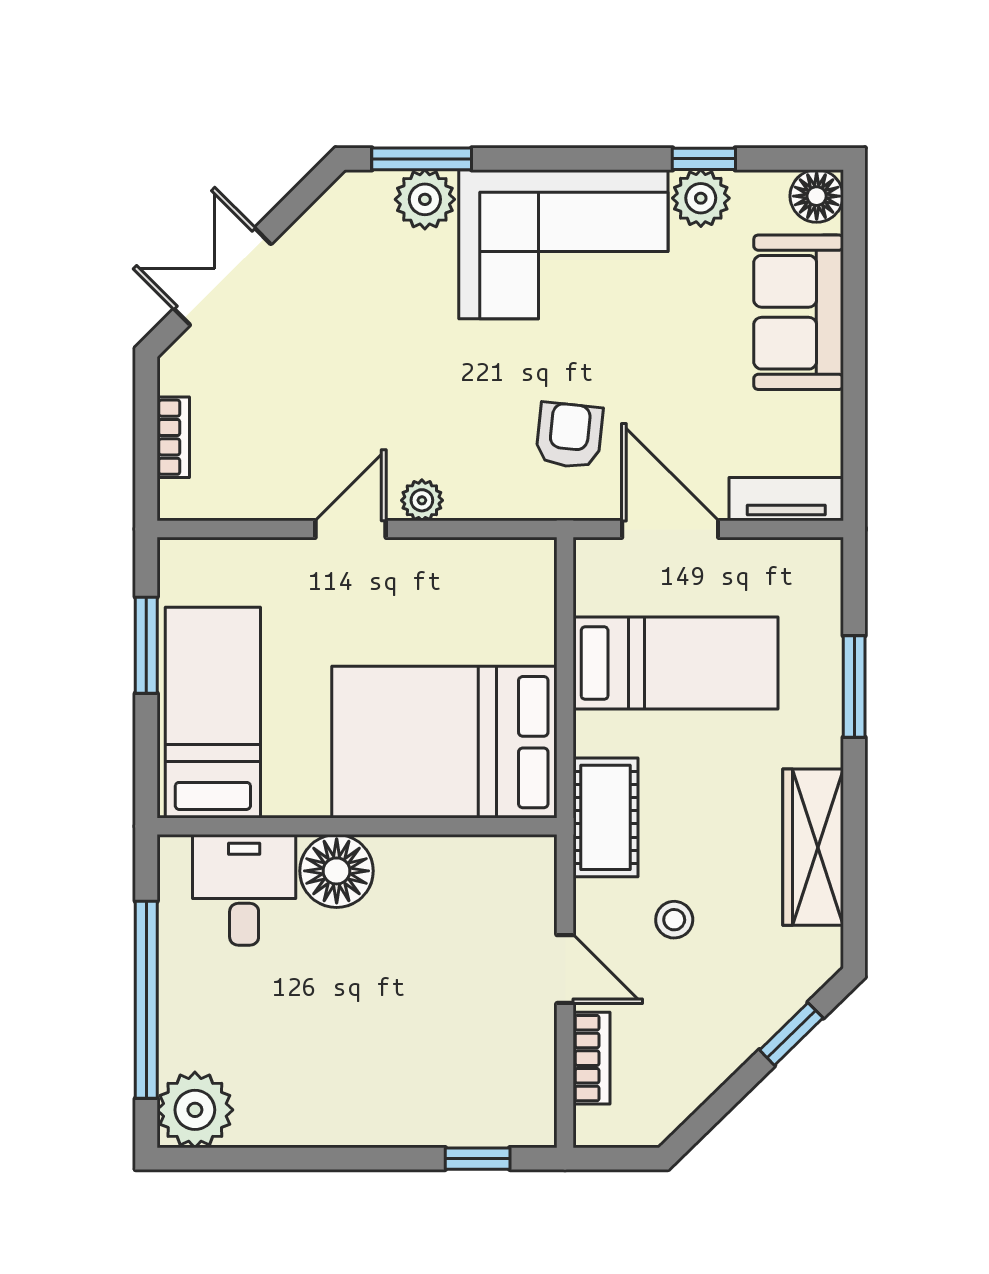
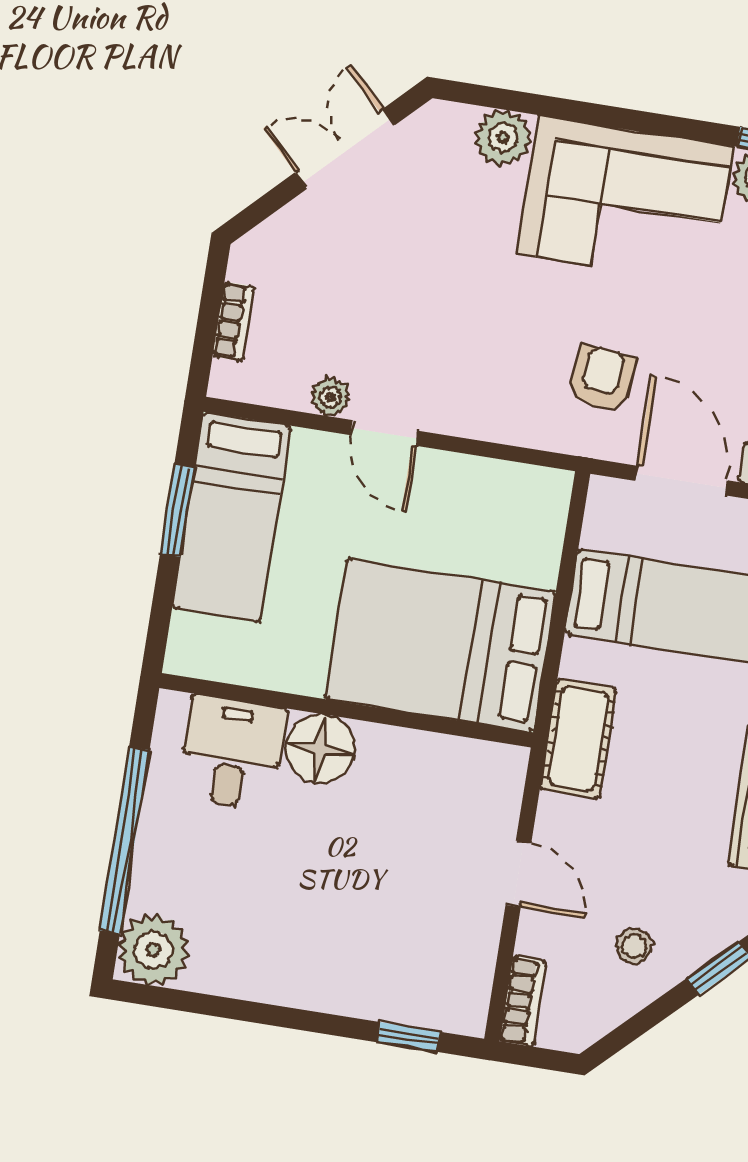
window: (422, 159) -> (506, 100), removed
double door: (222, 276) -> (345, 149), moved
plant: (422, 500) -> (331, 397), moved
door: (351, 529) -> (385, 433), swing flipped
bed: (213, 713) -> (232, 517), moved, turned 180
stool: (674, 920) -> (634, 946), moved
bookcase: (592, 1058) -> (523, 1001), moved

